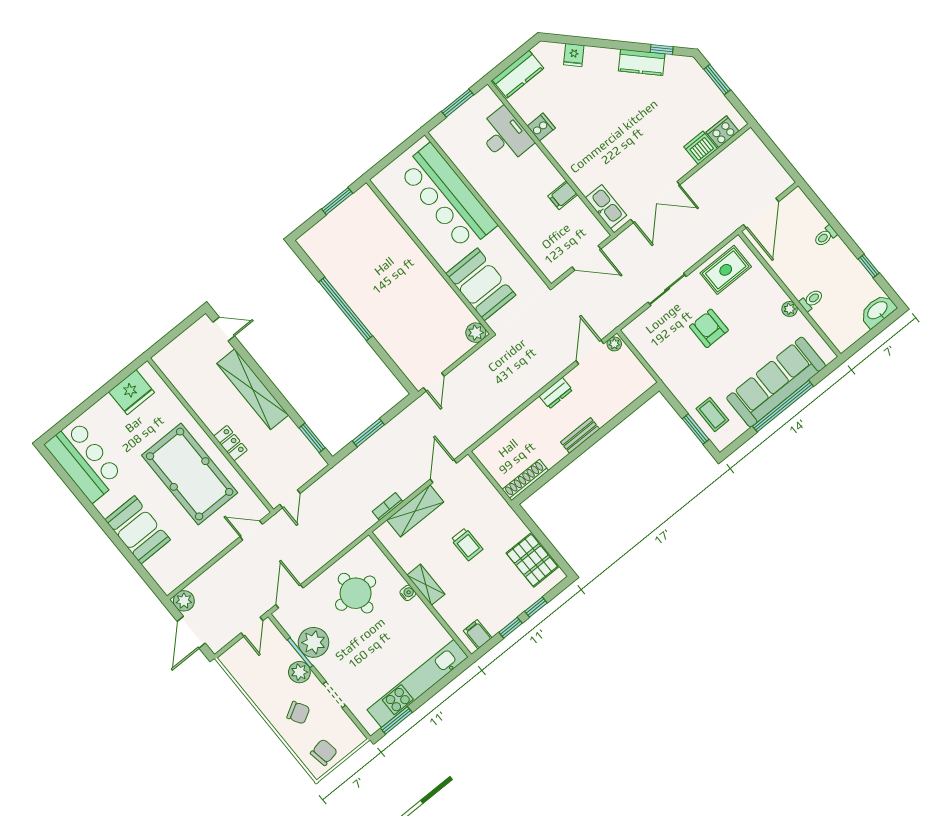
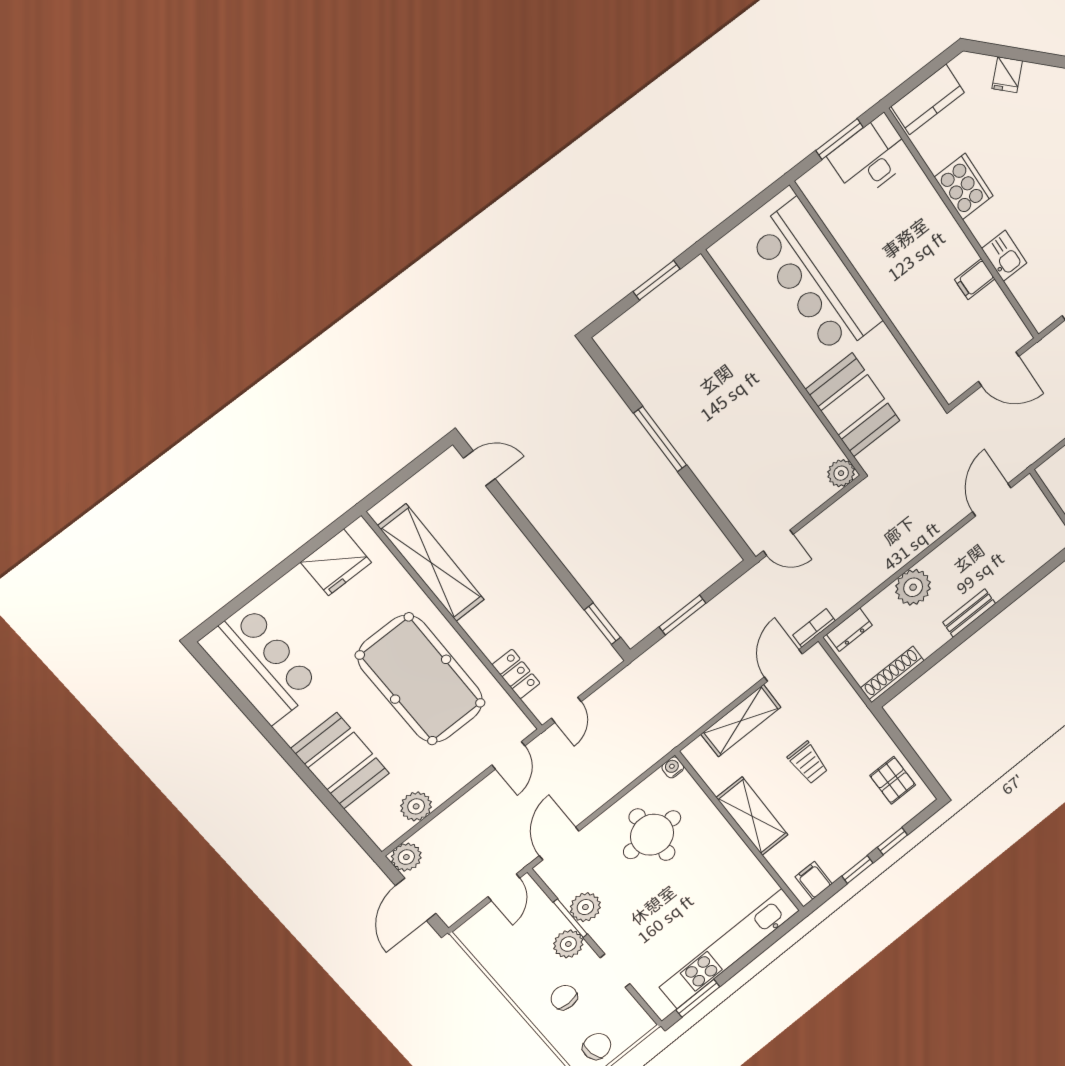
cooker: (541, 127) -> (964, 186), width x1.87, depth x1.31
desk: (505, 136) -> (871, 157), moved, turned -90
kitchen sink: (606, 207) -> (1004, 256), moved, width x0.73
window: (346, 309) -> (660, 439), width x0.68
plant: (614, 344) -> (913, 587), moved, width x1.88, depth x1.88
door: (434, 382) -> (778, 543), hinge flipped
shelving: (253, 389) -> (431, 563), moved
dresser: (556, 393) -> (850, 630), moved
locker: (231, 443) -> (516, 674), moved
bookcase: (387, 507) -> (814, 628), moved
door: (251, 530) -> (508, 755), swing flipped
pallet: (532, 560) -> (893, 780), width x0.67, depth x0.71
plant: (189, 564) -> (416, 806), added
shelving: (426, 585) -> (752, 816), width x1.50, depth x1.33
water cooler: (408, 593) -> (673, 767), moved, turned -90
plant: (314, 642) -> (585, 907), width x0.73, depth x0.73
chair: (298, 713) -> (564, 997), turned -150

